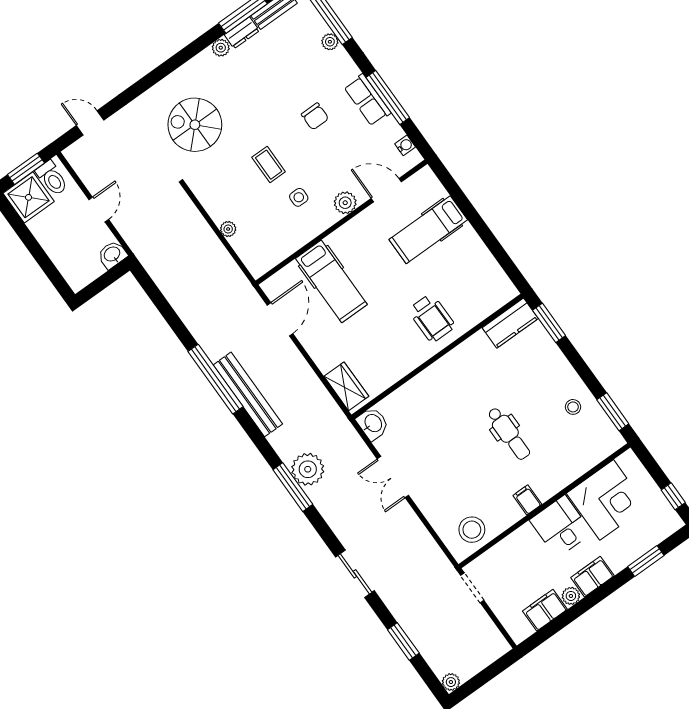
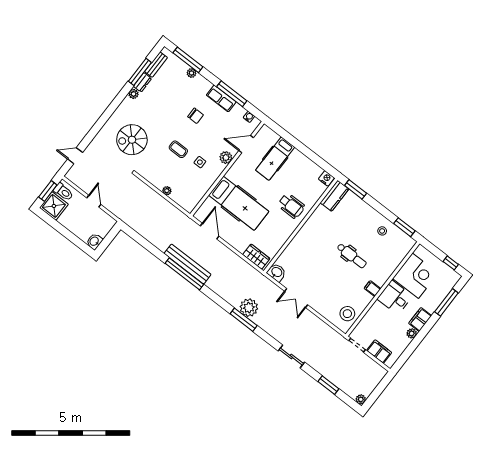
washbasin: (112, 255) -> (94, 241), moved
hospital bed: (331, 281) -> (239, 203), width x1.37, depth x1.29
nightstand: (505, 289) -> (326, 178), added
bench: (248, 394) -> (188, 264), moved
window: (646, 561) -> (446, 302), width x1.44
filing cabinet: (545, 610) -> (379, 351), moved, turned 90

